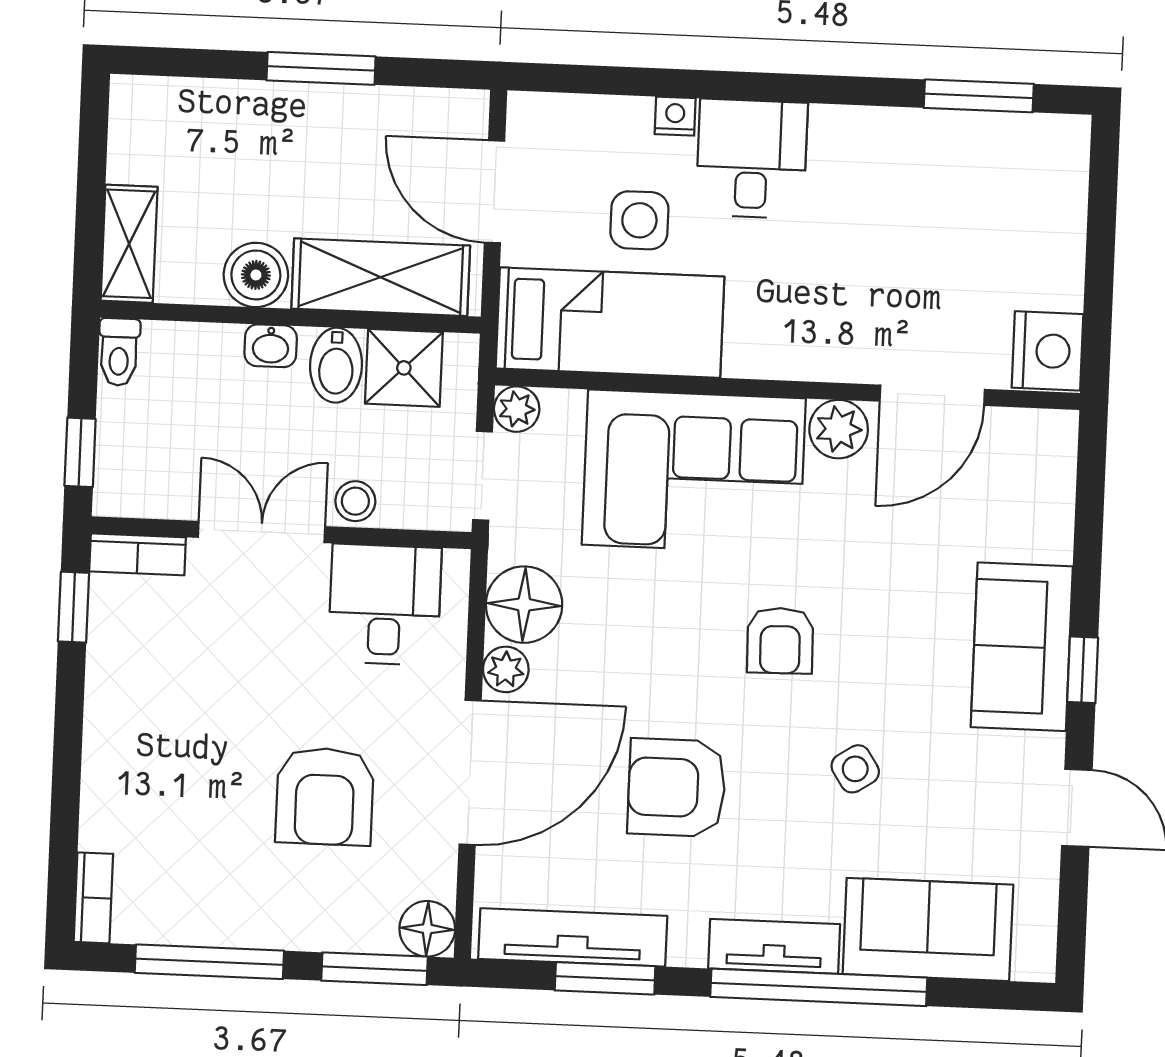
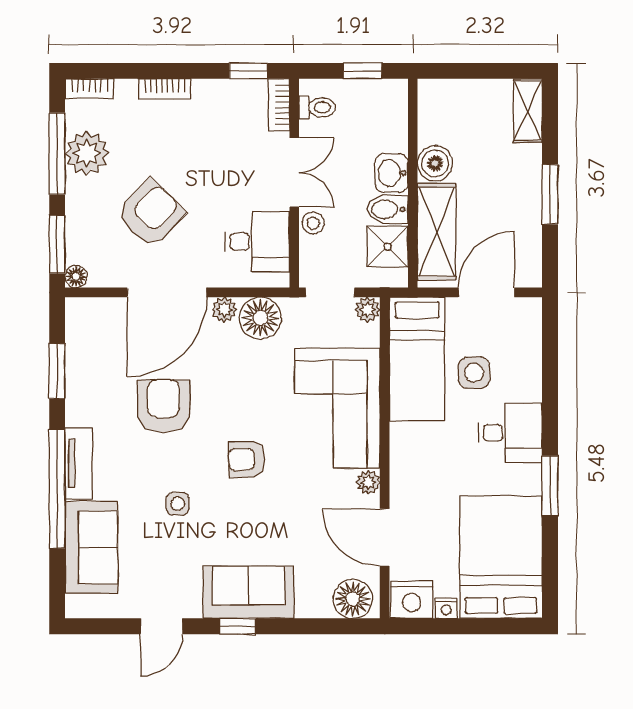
window: (979, 96) -> (550, 486), moved
nightstand: (675, 116) -> (446, 608), moved, turned 90
bed: (977, 185) -> (501, 557), added
shelving: (129, 244) -> (528, 111), moved, turned 90
washbasin: (271, 346) -> (391, 173), width x1.38, depth x1.45
toilet: (119, 352) -> (317, 107), moved, turned 180
plant: (839, 429) -> (368, 482), width x0.73, depth x0.73
window: (80, 452) -> (363, 71), moved
floor lamp: (1042, 458) -> (353, 599), added
bookcase: (100, 761) -> (165, 89), added
side table: (855, 769) -> (178, 504), turned 33
door: (470, 772) -> (167, 292), hinge flipped
armchair: (325, 796) -> (151, 213), turned 134
plant: (211, 908) -> (87, 153), added
floor lamp: (427, 929) -> (76, 277), width x0.73, depth x0.73
tv unit: (573, 937) -> (79, 352), removed

